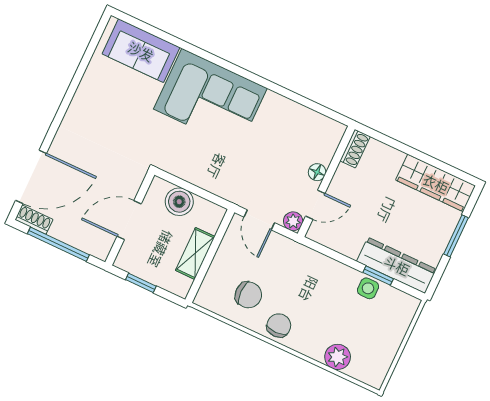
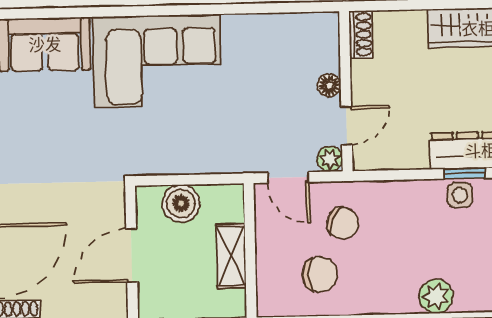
chair: (279, 325) -> (343, 223), moved, turned 114
plant: (338, 357) -> (436, 296), moved

